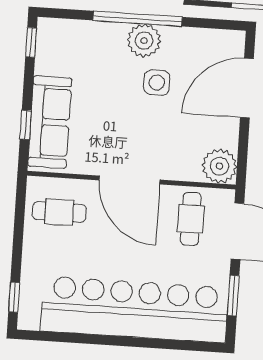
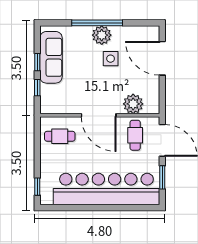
window: (31, 42) -> (37, 62), moved
door: (247, 88) -> (162, 58), hinge flipped
sofa: (50, 122) -> (51, 57), moved
plant: (220, 166) -> (133, 104), moved

